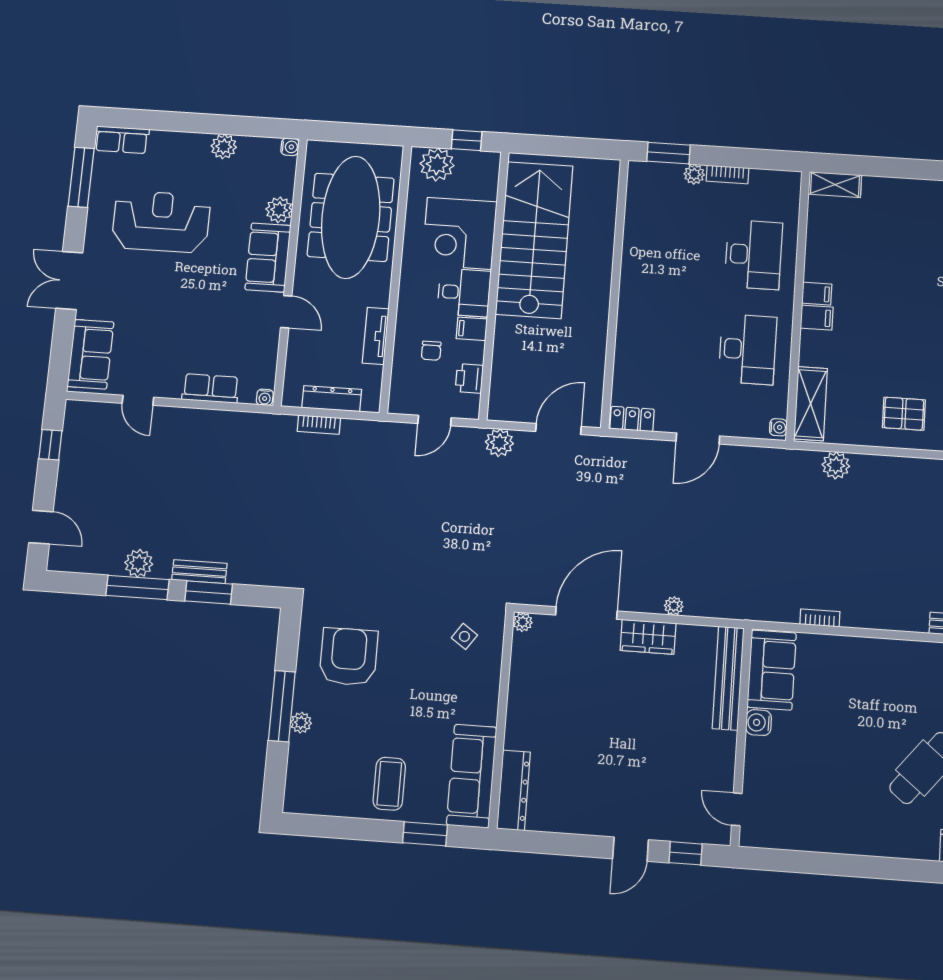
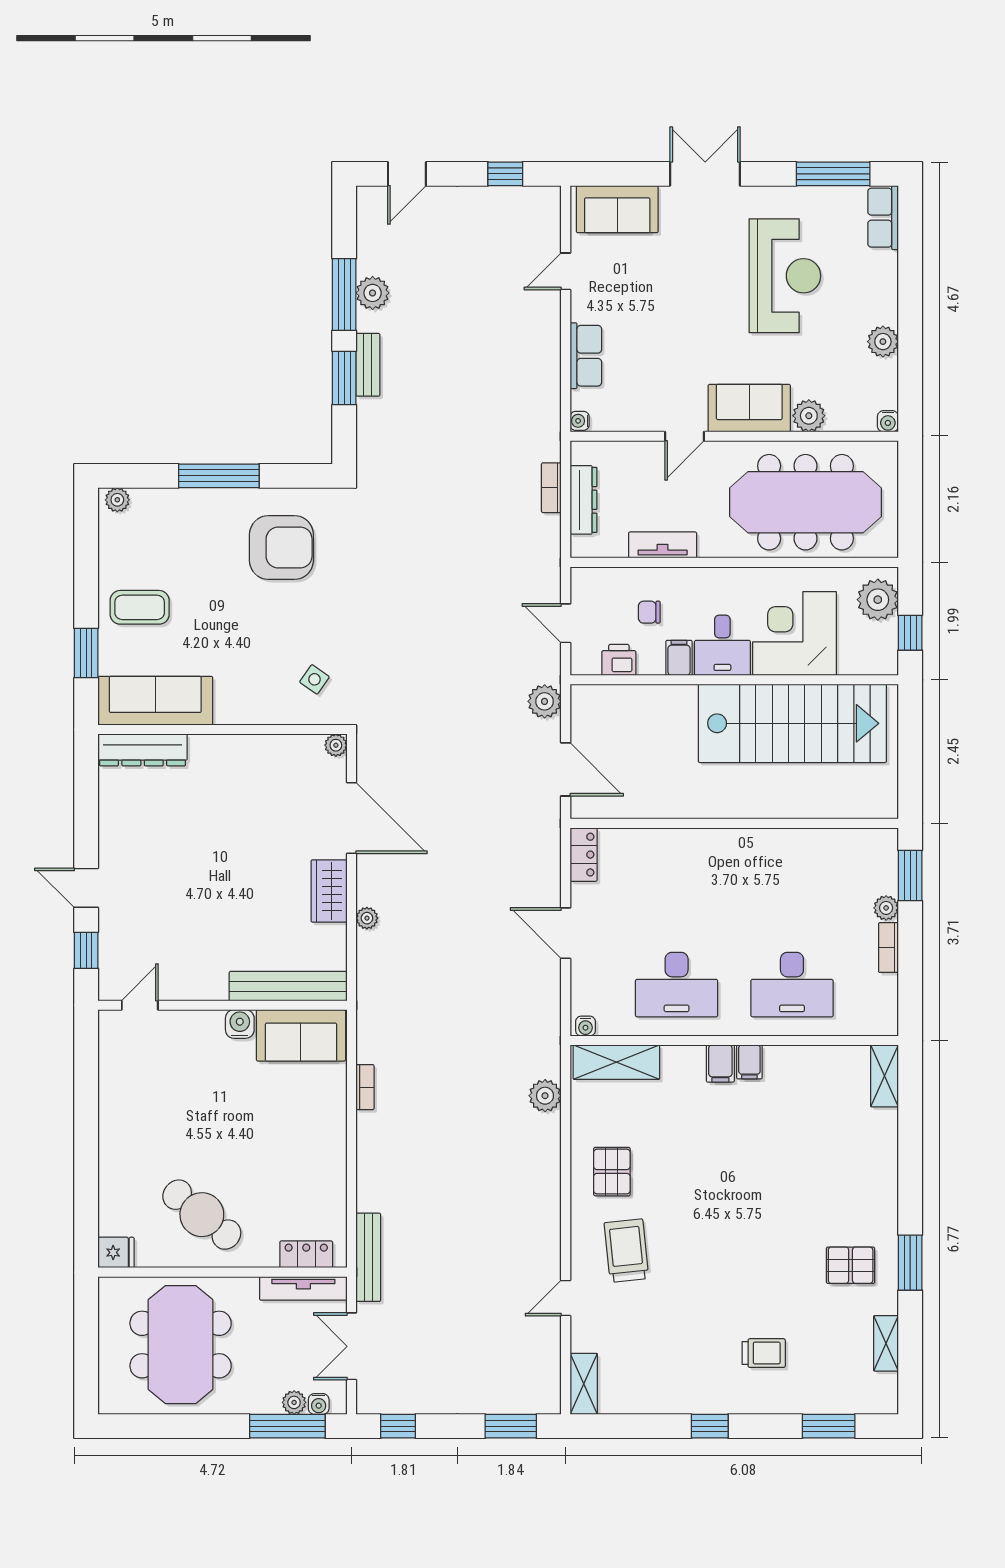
plant: (301, 723) -> (117, 500), moved

